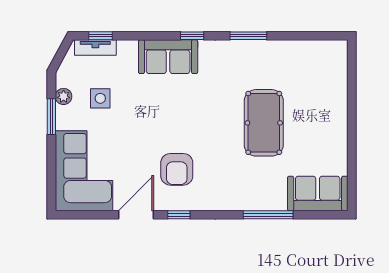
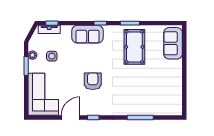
pool table: (264, 123) -> (134, 47), moved
armchair: (177, 169) -> (93, 81), moved, turned 180
sofa: (318, 193) -> (173, 43), moved, turned -90

